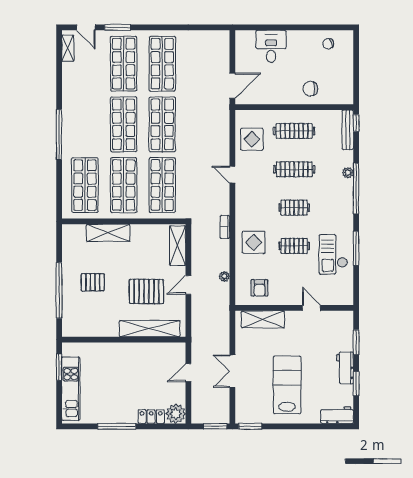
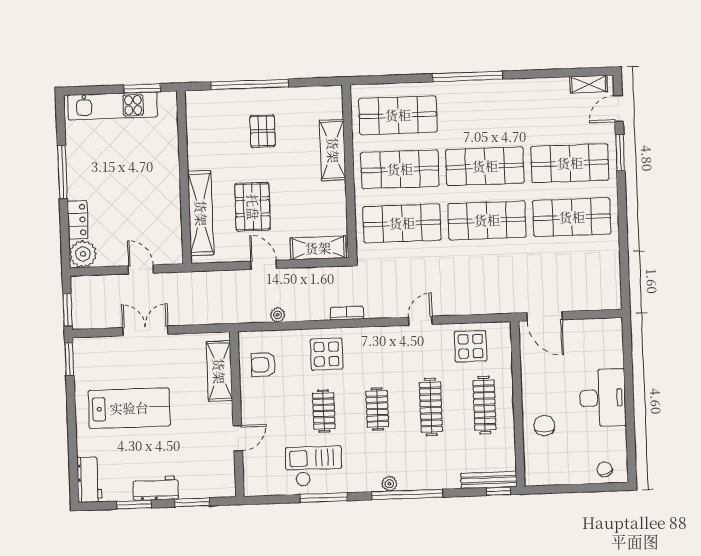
chair: (328, 44) -> (605, 469), moved
desk: (271, 46) -> (603, 398), moved, width x1.37
plant: (348, 173) -> (389, 484), moved

